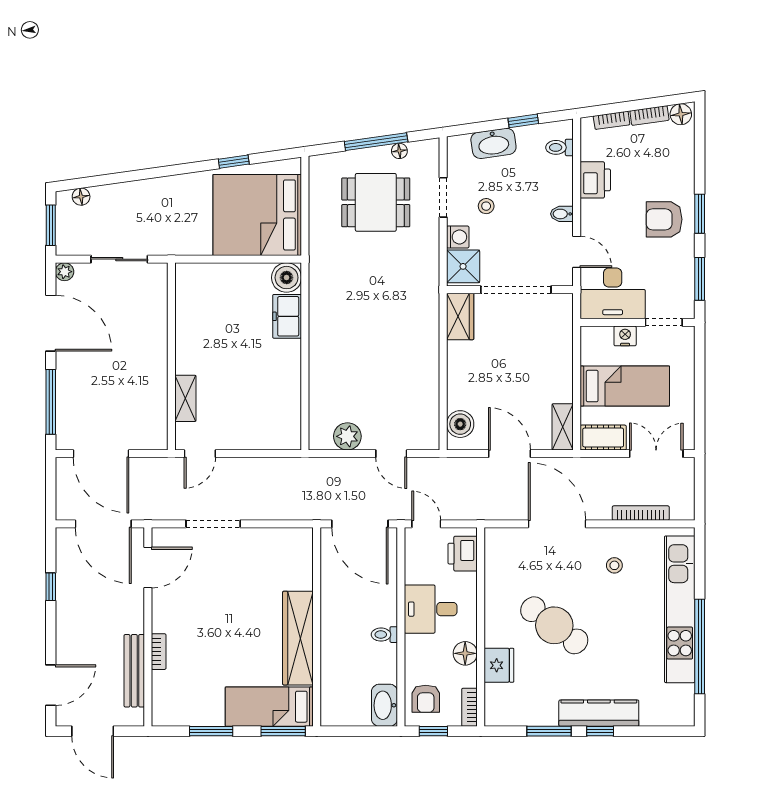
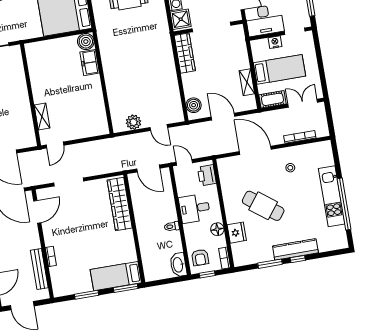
wardrobe: (460, 316) -> (185, 53), width x1.50
shelving: (563, 427) -> (247, 82), moved
door: (360, 524) -> (148, 169), width x0.73
kitchen unit: (680, 609) -> (332, 196), width x0.73
wardrobe: (298, 638) -> (120, 204), moved

